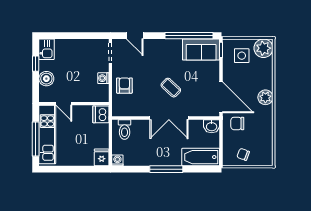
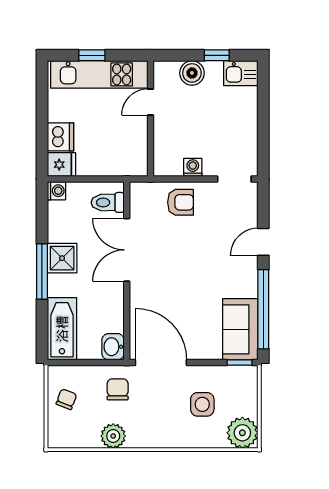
door: (135, 36) -> (263, 242), moved
side table: (242, 56) -> (202, 404), moved
coffee table: (171, 88) -> (177, 279), removed
door: (221, 97) -> (161, 362), swing flipped
plant: (265, 97) -> (113, 436), moved
dishwasher: (101, 114) -> (60, 137), moved, turned 90
double door: (169, 118) -> (127, 250), moved
window: (36, 139) -> (92, 55), width x0.46
shower: (158, 157) -> (62, 258), added

